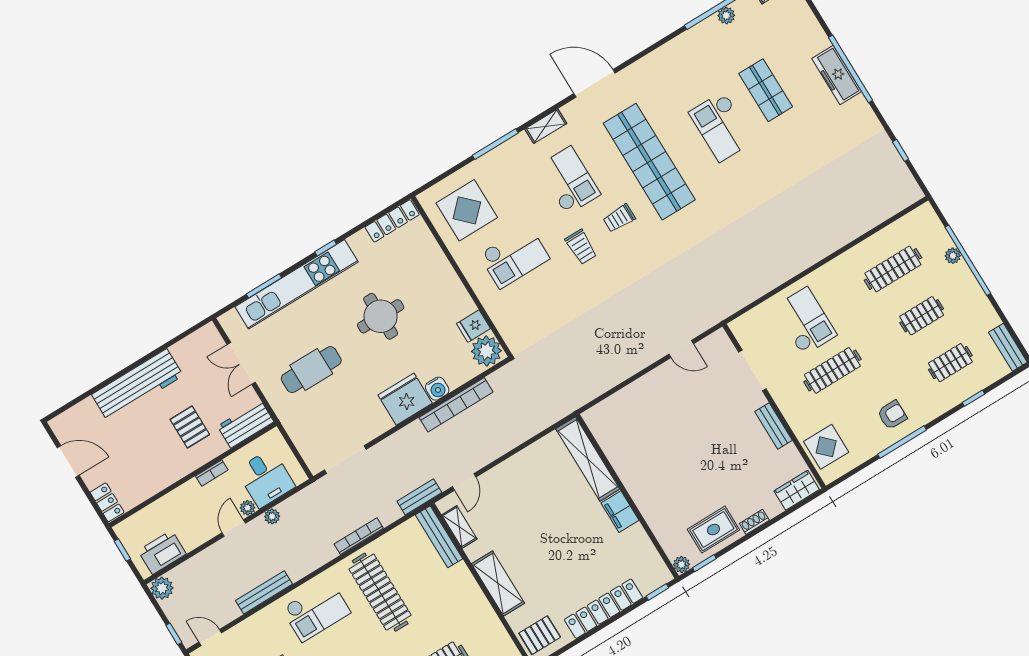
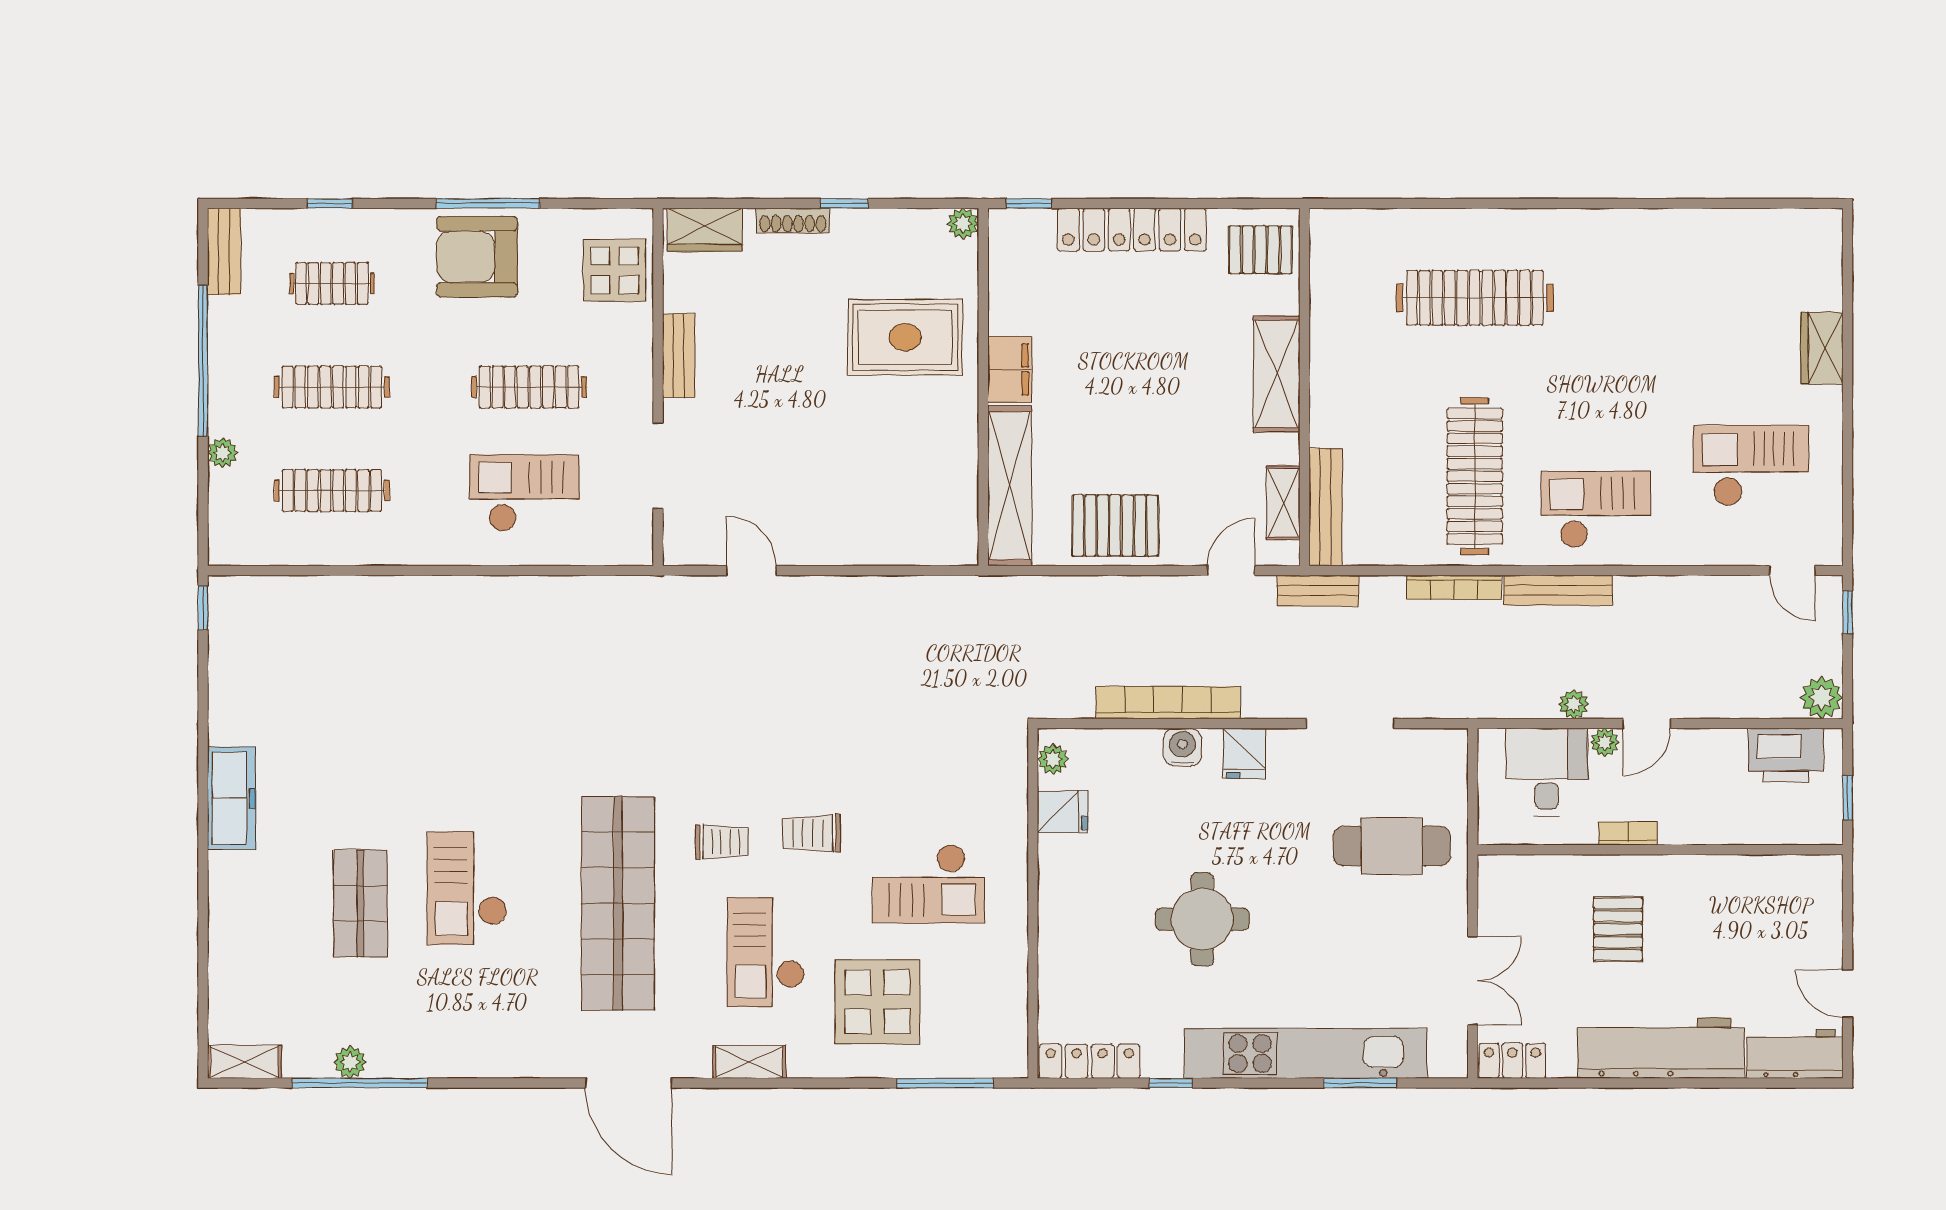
window: (851, 69) -> (203, 854), removed
freezer: (837, 75) -> (231, 798), moved
checkout: (722, 127) -> (467, 888), turned 180
window: (495, 144) -> (945, 1083), moved
window: (901, 150) -> (203, 608), moved
display table: (467, 210) -> (877, 1002), moved
trolley: (581, 247) -> (812, 833), turned -90
window: (326, 248) -> (1171, 1083), moved
checkout: (514, 257) -> (928, 884), turned 180
window: (968, 260) -> (203, 361), moved
clothes rail: (922, 316) -> (332, 387), width x1.36
checkout: (805, 321) -> (524, 493), turned 90
plant: (486, 351) -> (1053, 759), width x0.53, depth x0.53
cafe table: (311, 370) -> (1392, 846), moved
fridge: (405, 399) -> (1244, 753), width x0.53, depth x0.75
armchair: (892, 415) -> (477, 257), width x1.88, depth x1.88
workbench: (246, 424) -> (1795, 1054), moved, turned 180
doorway: (345, 460) -> (1350, 724), moved
door: (68, 461) -> (1847, 994), width x0.73
pallet: (529, 470) -> (1115, 525), added
locker: (107, 502) -> (1512, 1061), moved, turned 90
shoe rack: (754, 522) -> (793, 220), width x1.43
rug: (713, 530) -> (905, 337), moved, width x1.36, depth x1.43
window: (704, 563) -> (844, 203), moved
bench: (264, 592) -> (1558, 590), moved

